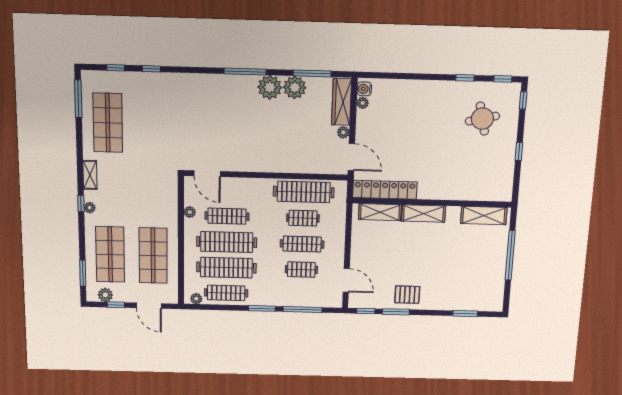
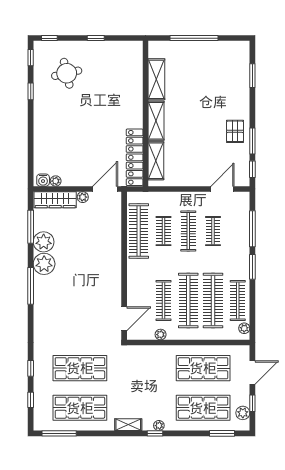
shop shelf: (152, 124) -> (80, 368), added
shelving: (484, 216) -> (156, 79), moved

